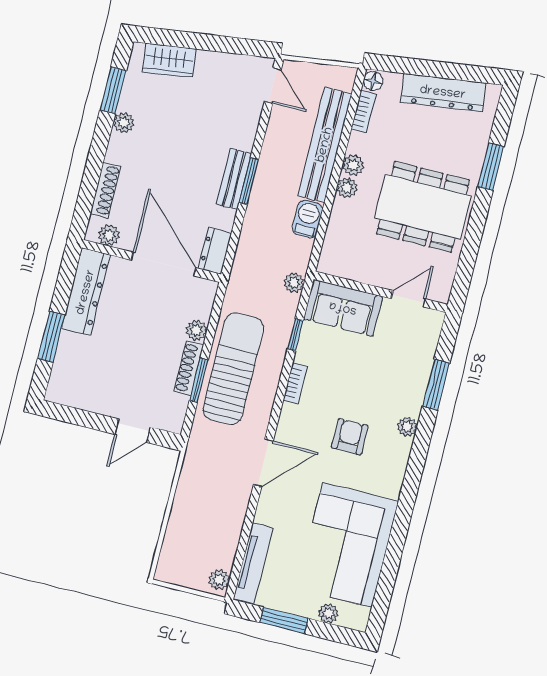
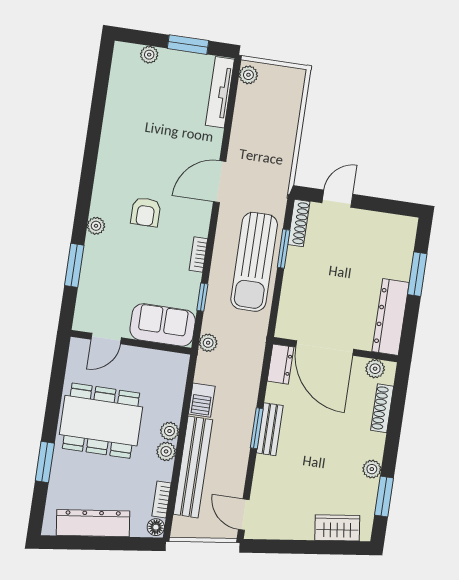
plant: (196, 330) -> (290, 292), removed
shoe rack: (189, 368) -> (299, 223), moved
corner sofa: (347, 545) -> (138, 117), removed

